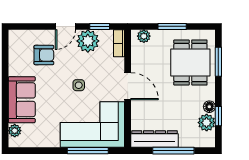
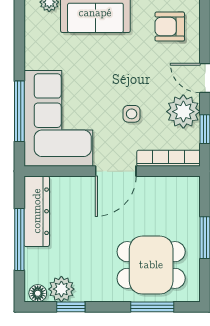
plant: (144, 36) -> (190, 195), removed
bookcase: (119, 43) -> (169, 158), width x1.56
armchair: (44, 55) -> (170, 27), moved, turned 90
side table: (79, 85) -> (132, 114), moved
floor lamp: (209, 107) -> (38, 293), moved

